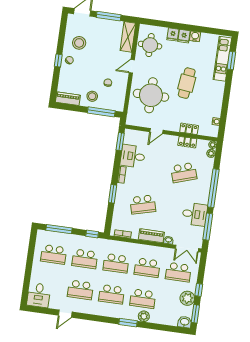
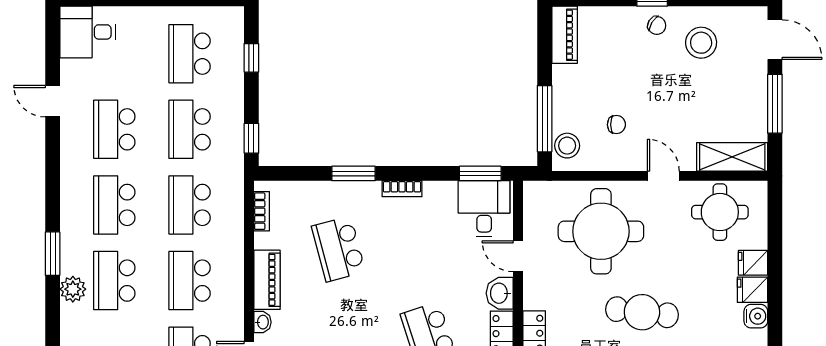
stool: (92, 96) -> (567, 146), moved
washbasin: (171, 141) -> (500, 293), added
desk: (133, 156) -> (484, 209), moved
window: (59, 229) -> (251, 58), width x0.46

